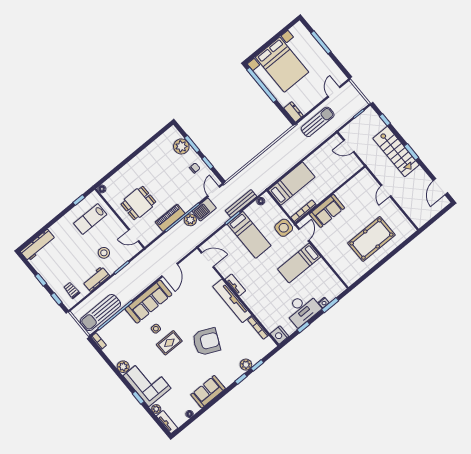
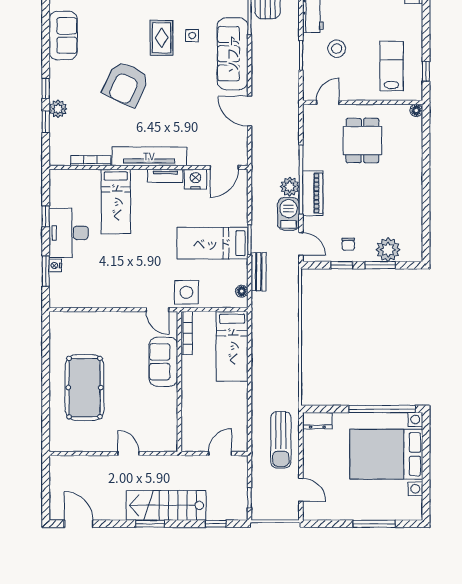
bench: (241, 204) -> (259, 272), width x0.73
piano: (170, 218) -> (313, 193), moved
bed: (299, 263) -> (116, 202), moved, turned 180
nightstand: (279, 335) -> (195, 179), moved

